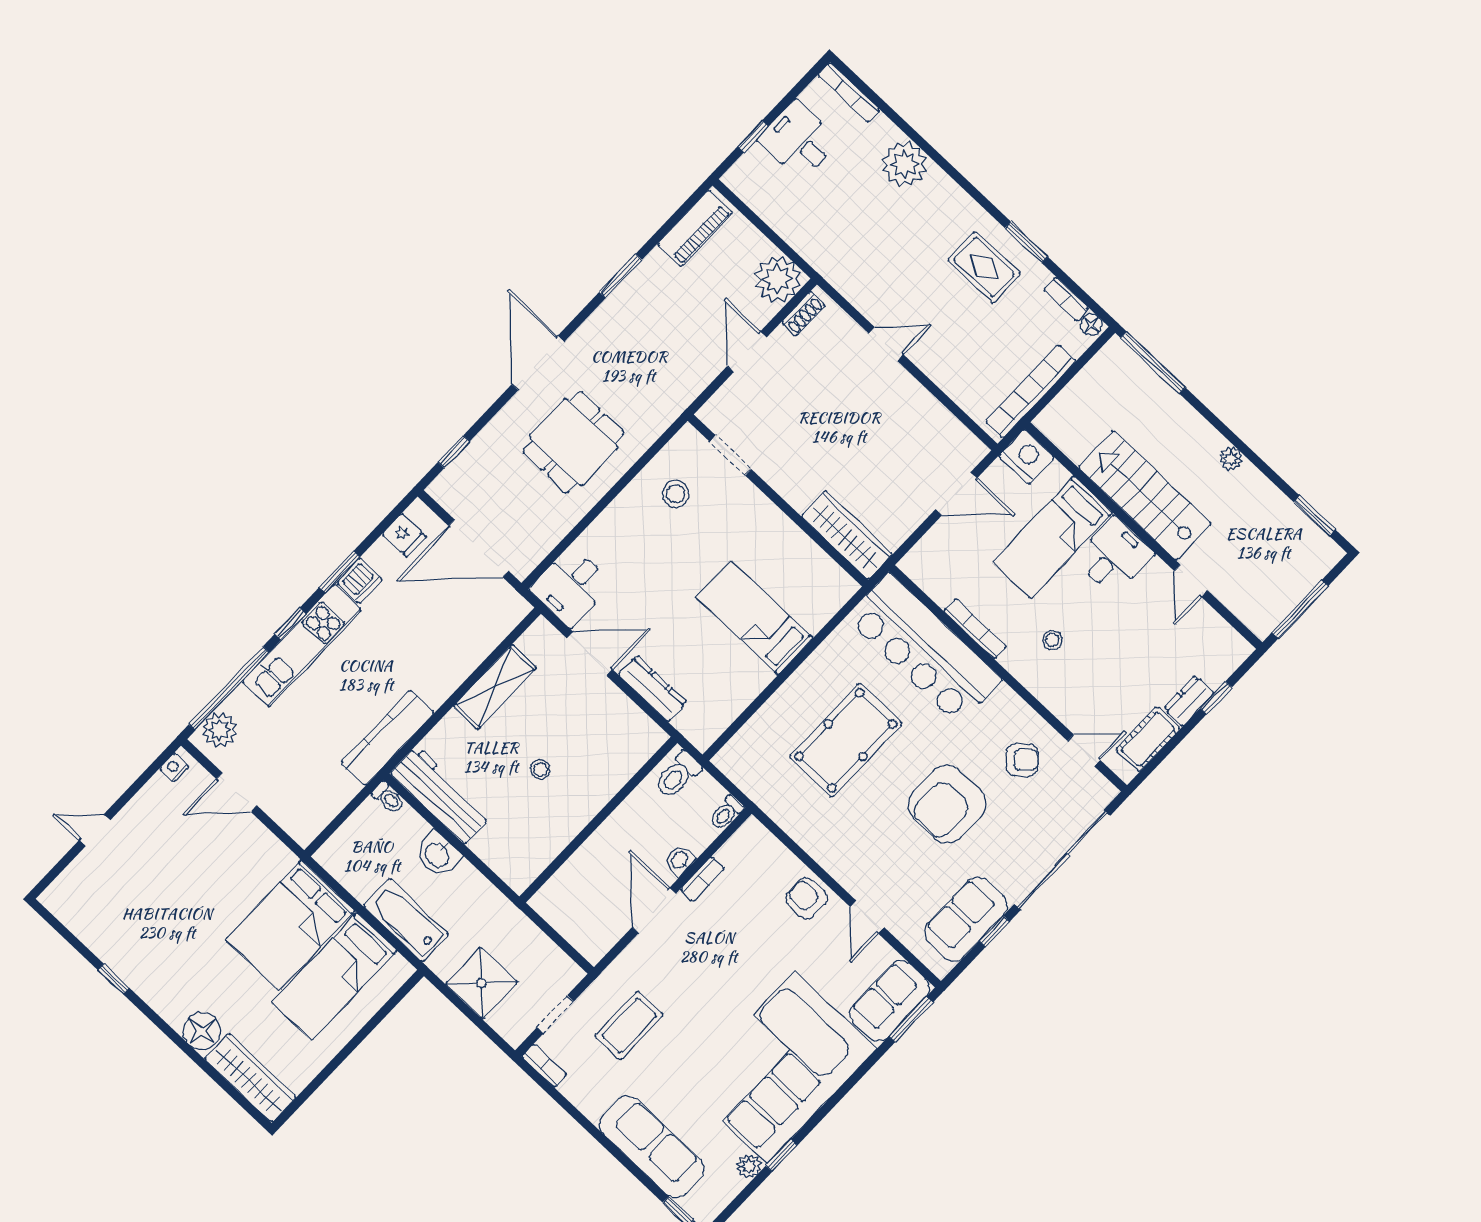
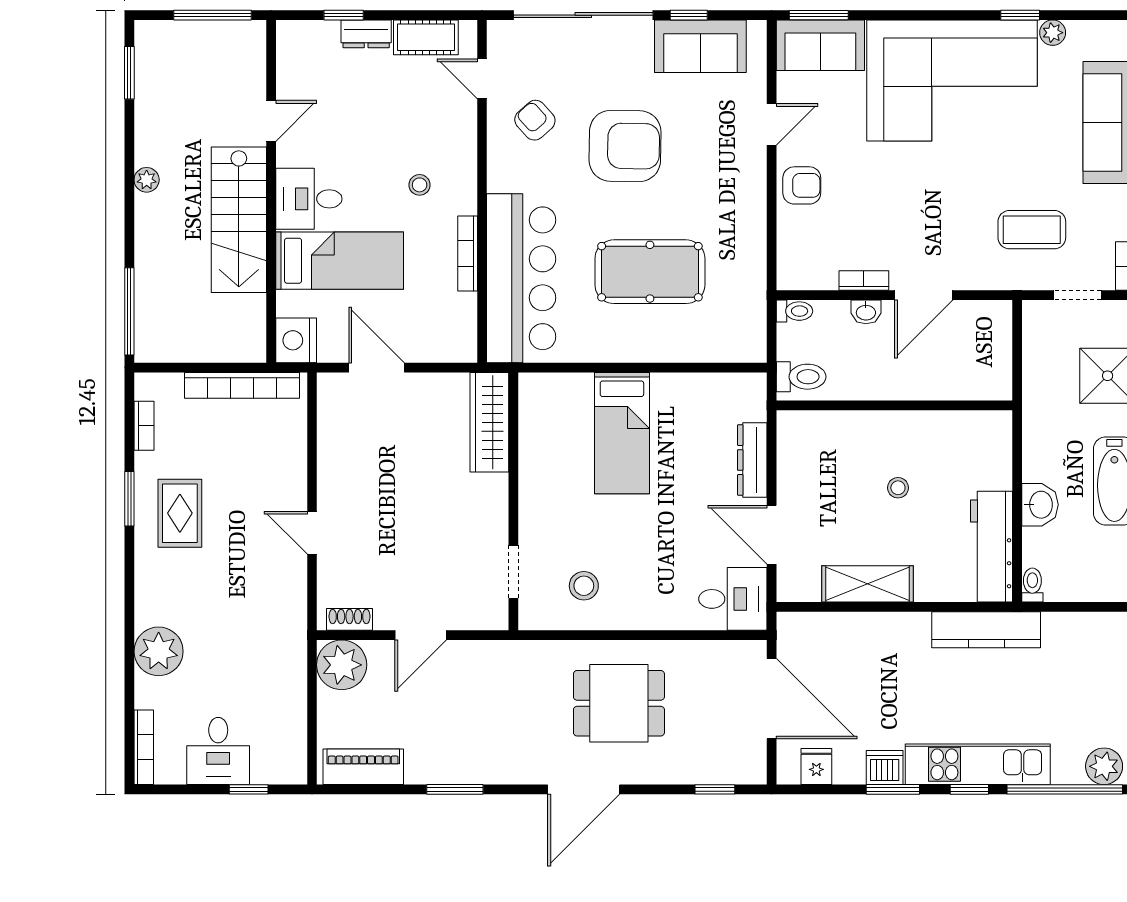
floor lamp: (1091, 325) -> (145, 387), removed
armchair: (807, 898) -> (802, 185), turned -90

